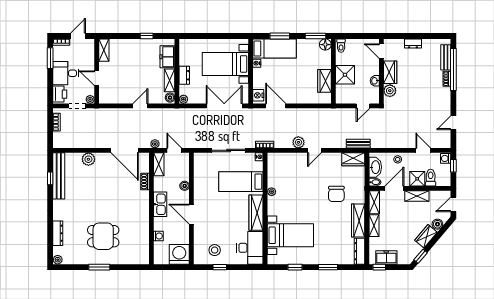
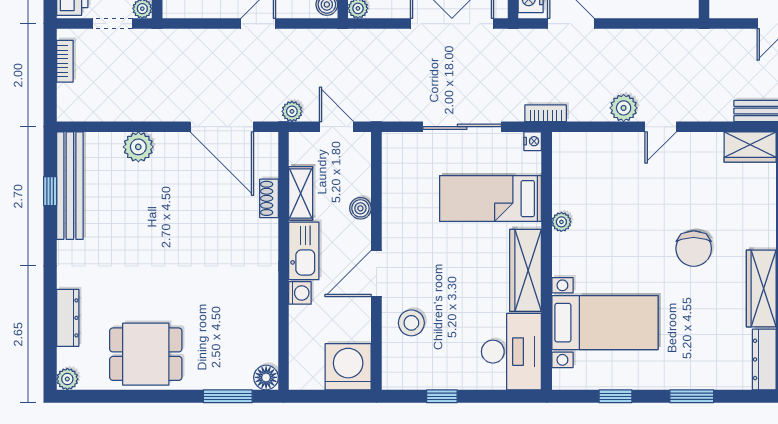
shelving: (159, 164) -> (301, 193), moved
chair: (336, 194) -> (694, 249), moved
door: (191, 214) -> (376, 274), hinge flipped
dining table: (103, 236) -> (146, 354), moved
washing machine: (158, 236) -> (300, 293), moved
stool: (215, 250) -> (411, 323), moved
floor lamp: (144, 259) -> (266, 377), added
window: (99, 267) -> (228, 396), moved

